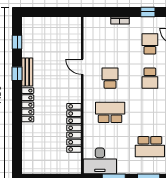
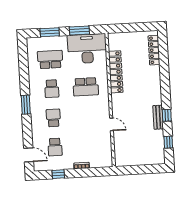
school desk: (110, 78) -> (52, 89), moved
locker: (28, 105) -> (154, 50), moved
desk: (100, 161) -> (87, 49), width x1.36, depth x1.30

